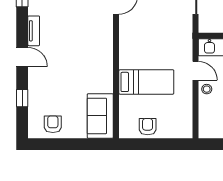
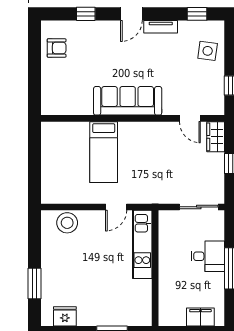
stool: (207, 89) -> (67, 223), moved, width x1.89, depth x1.89
sofa: (100, 116) -> (128, 101), moved, width x1.36
armchair: (148, 127) -> (54, 154), removed

